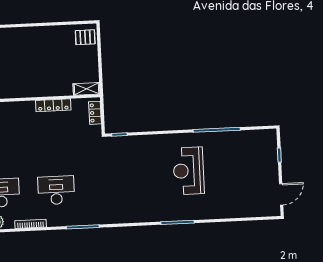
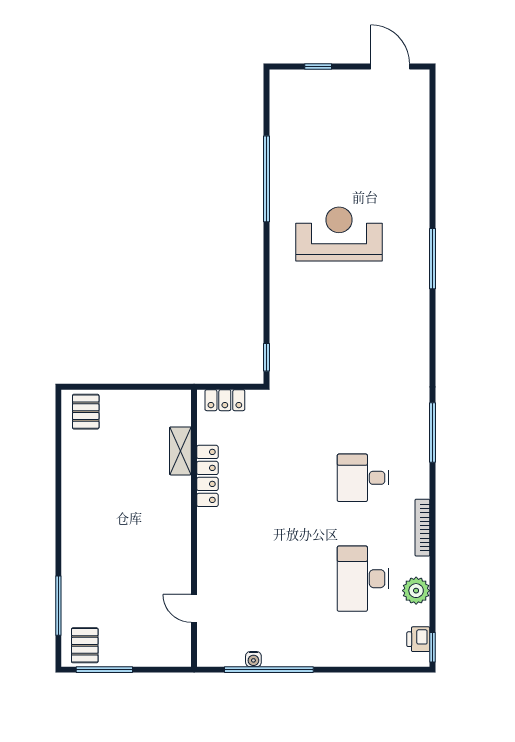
shelving: (86, 89) -> (180, 451), moved
reception desk: (189, 171) -> (339, 234), turned 180
desk: (56, 190) -> (363, 478), width x0.73

